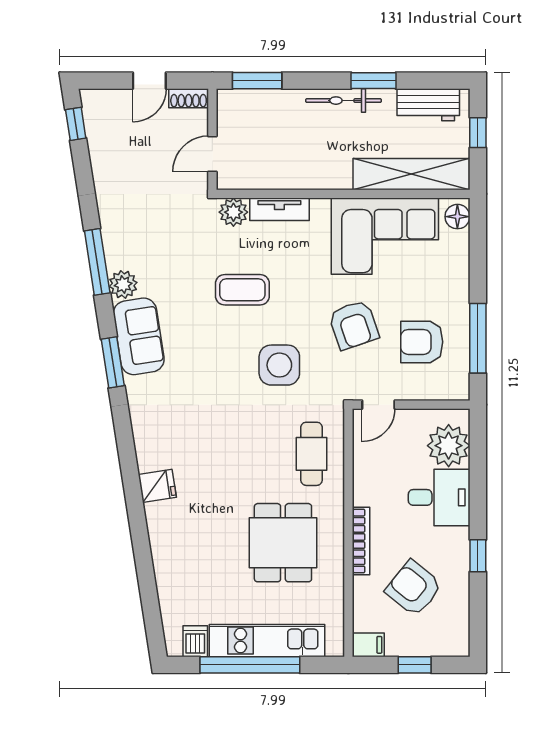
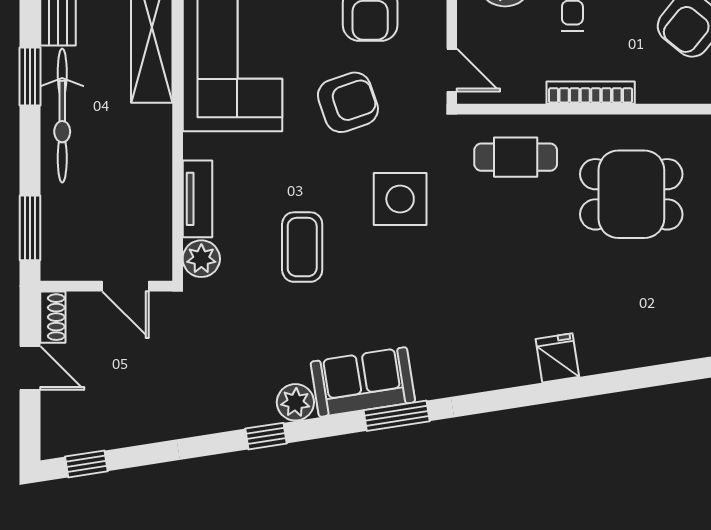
bicycle: (343, 101) -> (62, 116), width x1.37, depth x1.40
window: (97, 262) -> (266, 436), width x0.46
bookcase: (361, 541) -> (591, 93), moved

